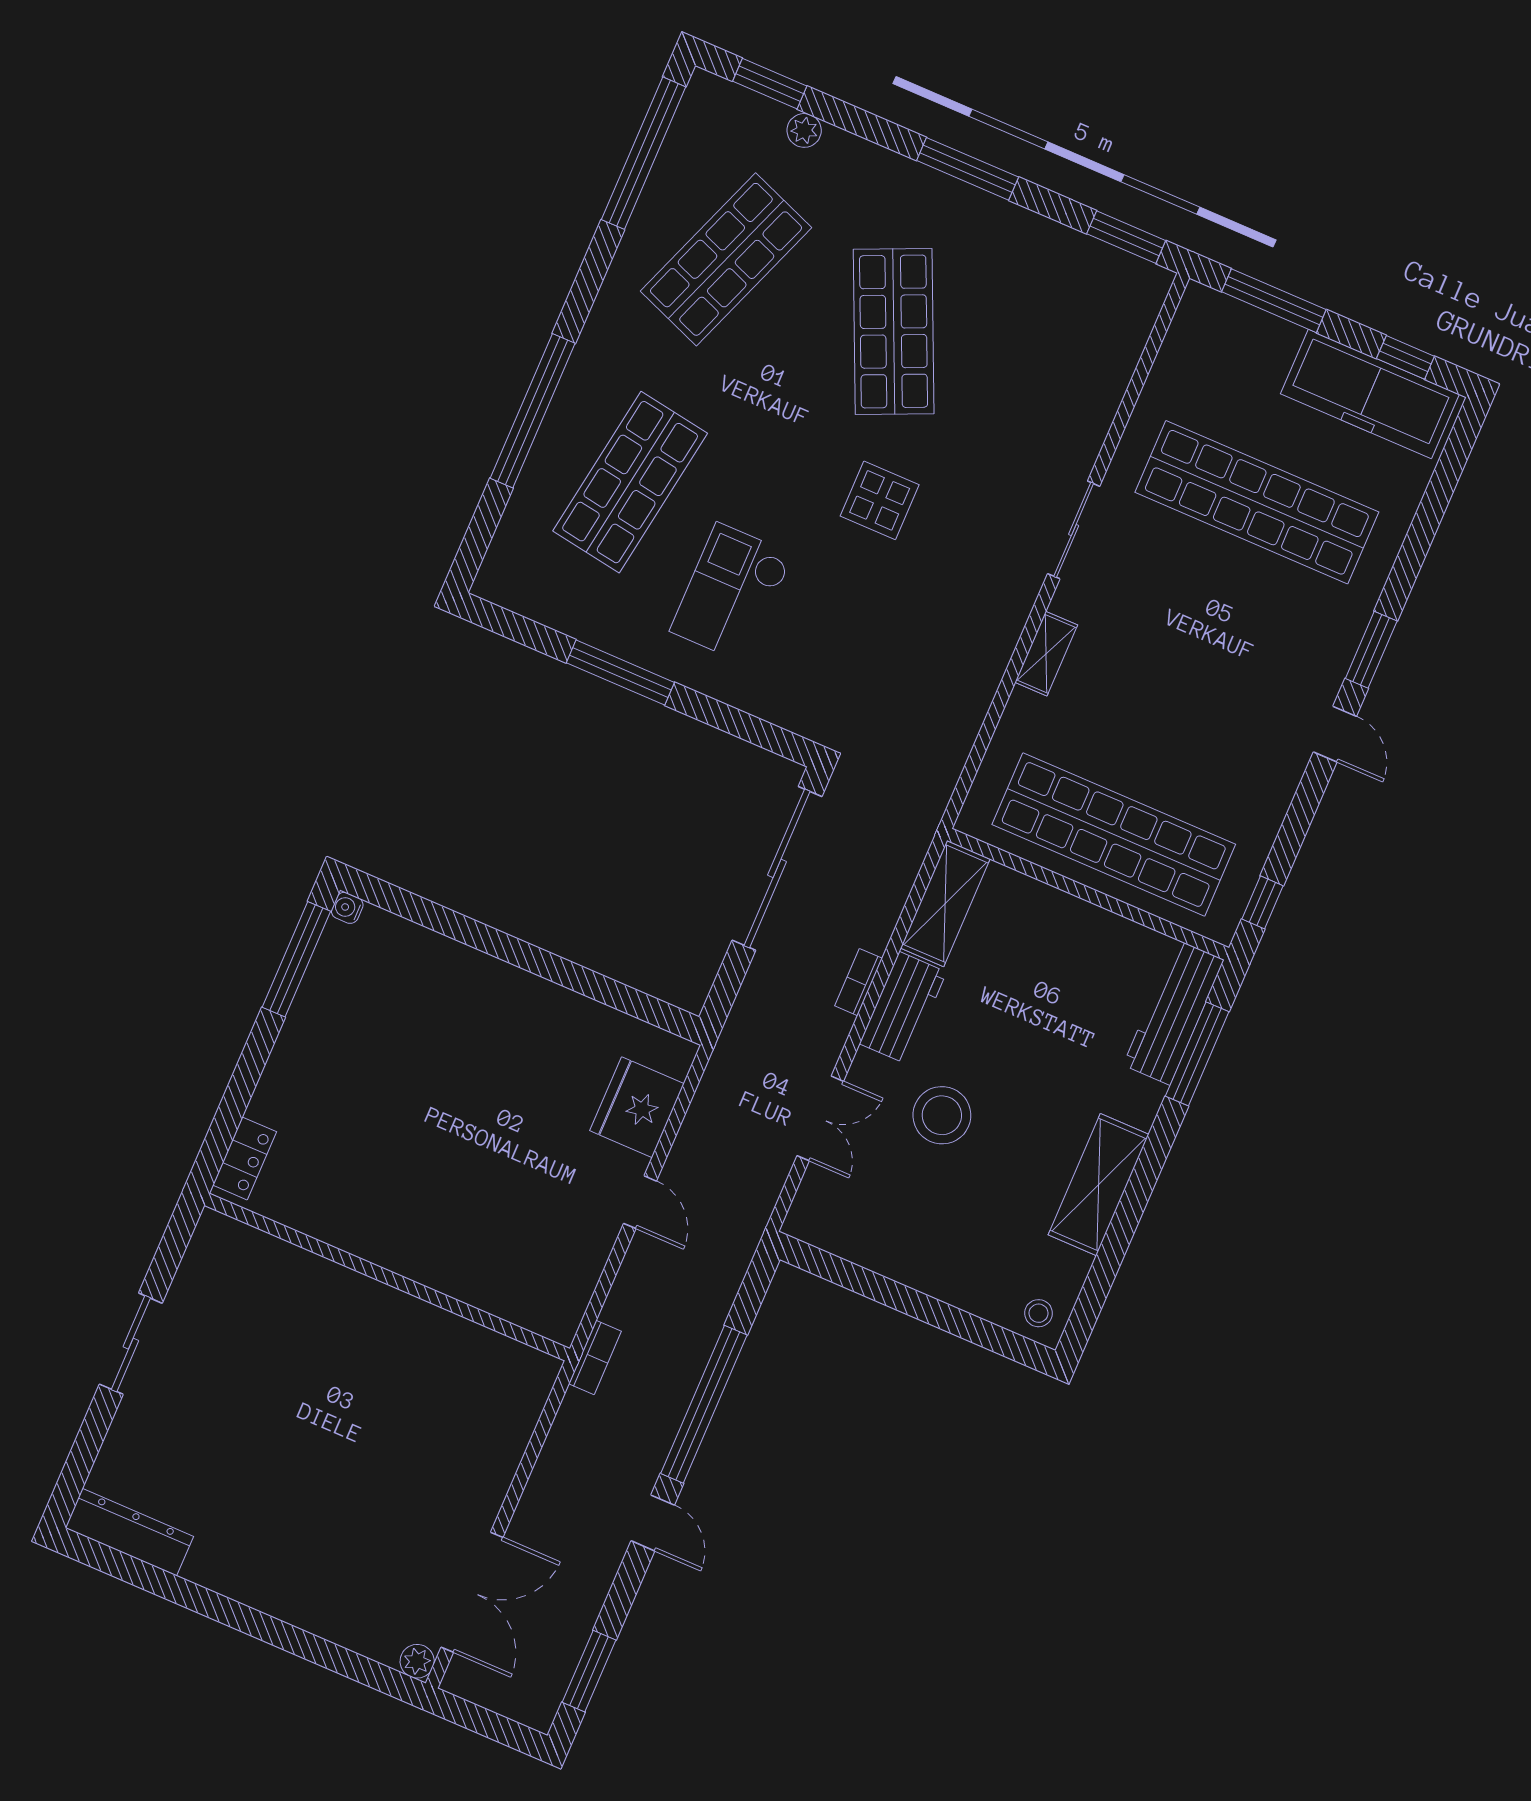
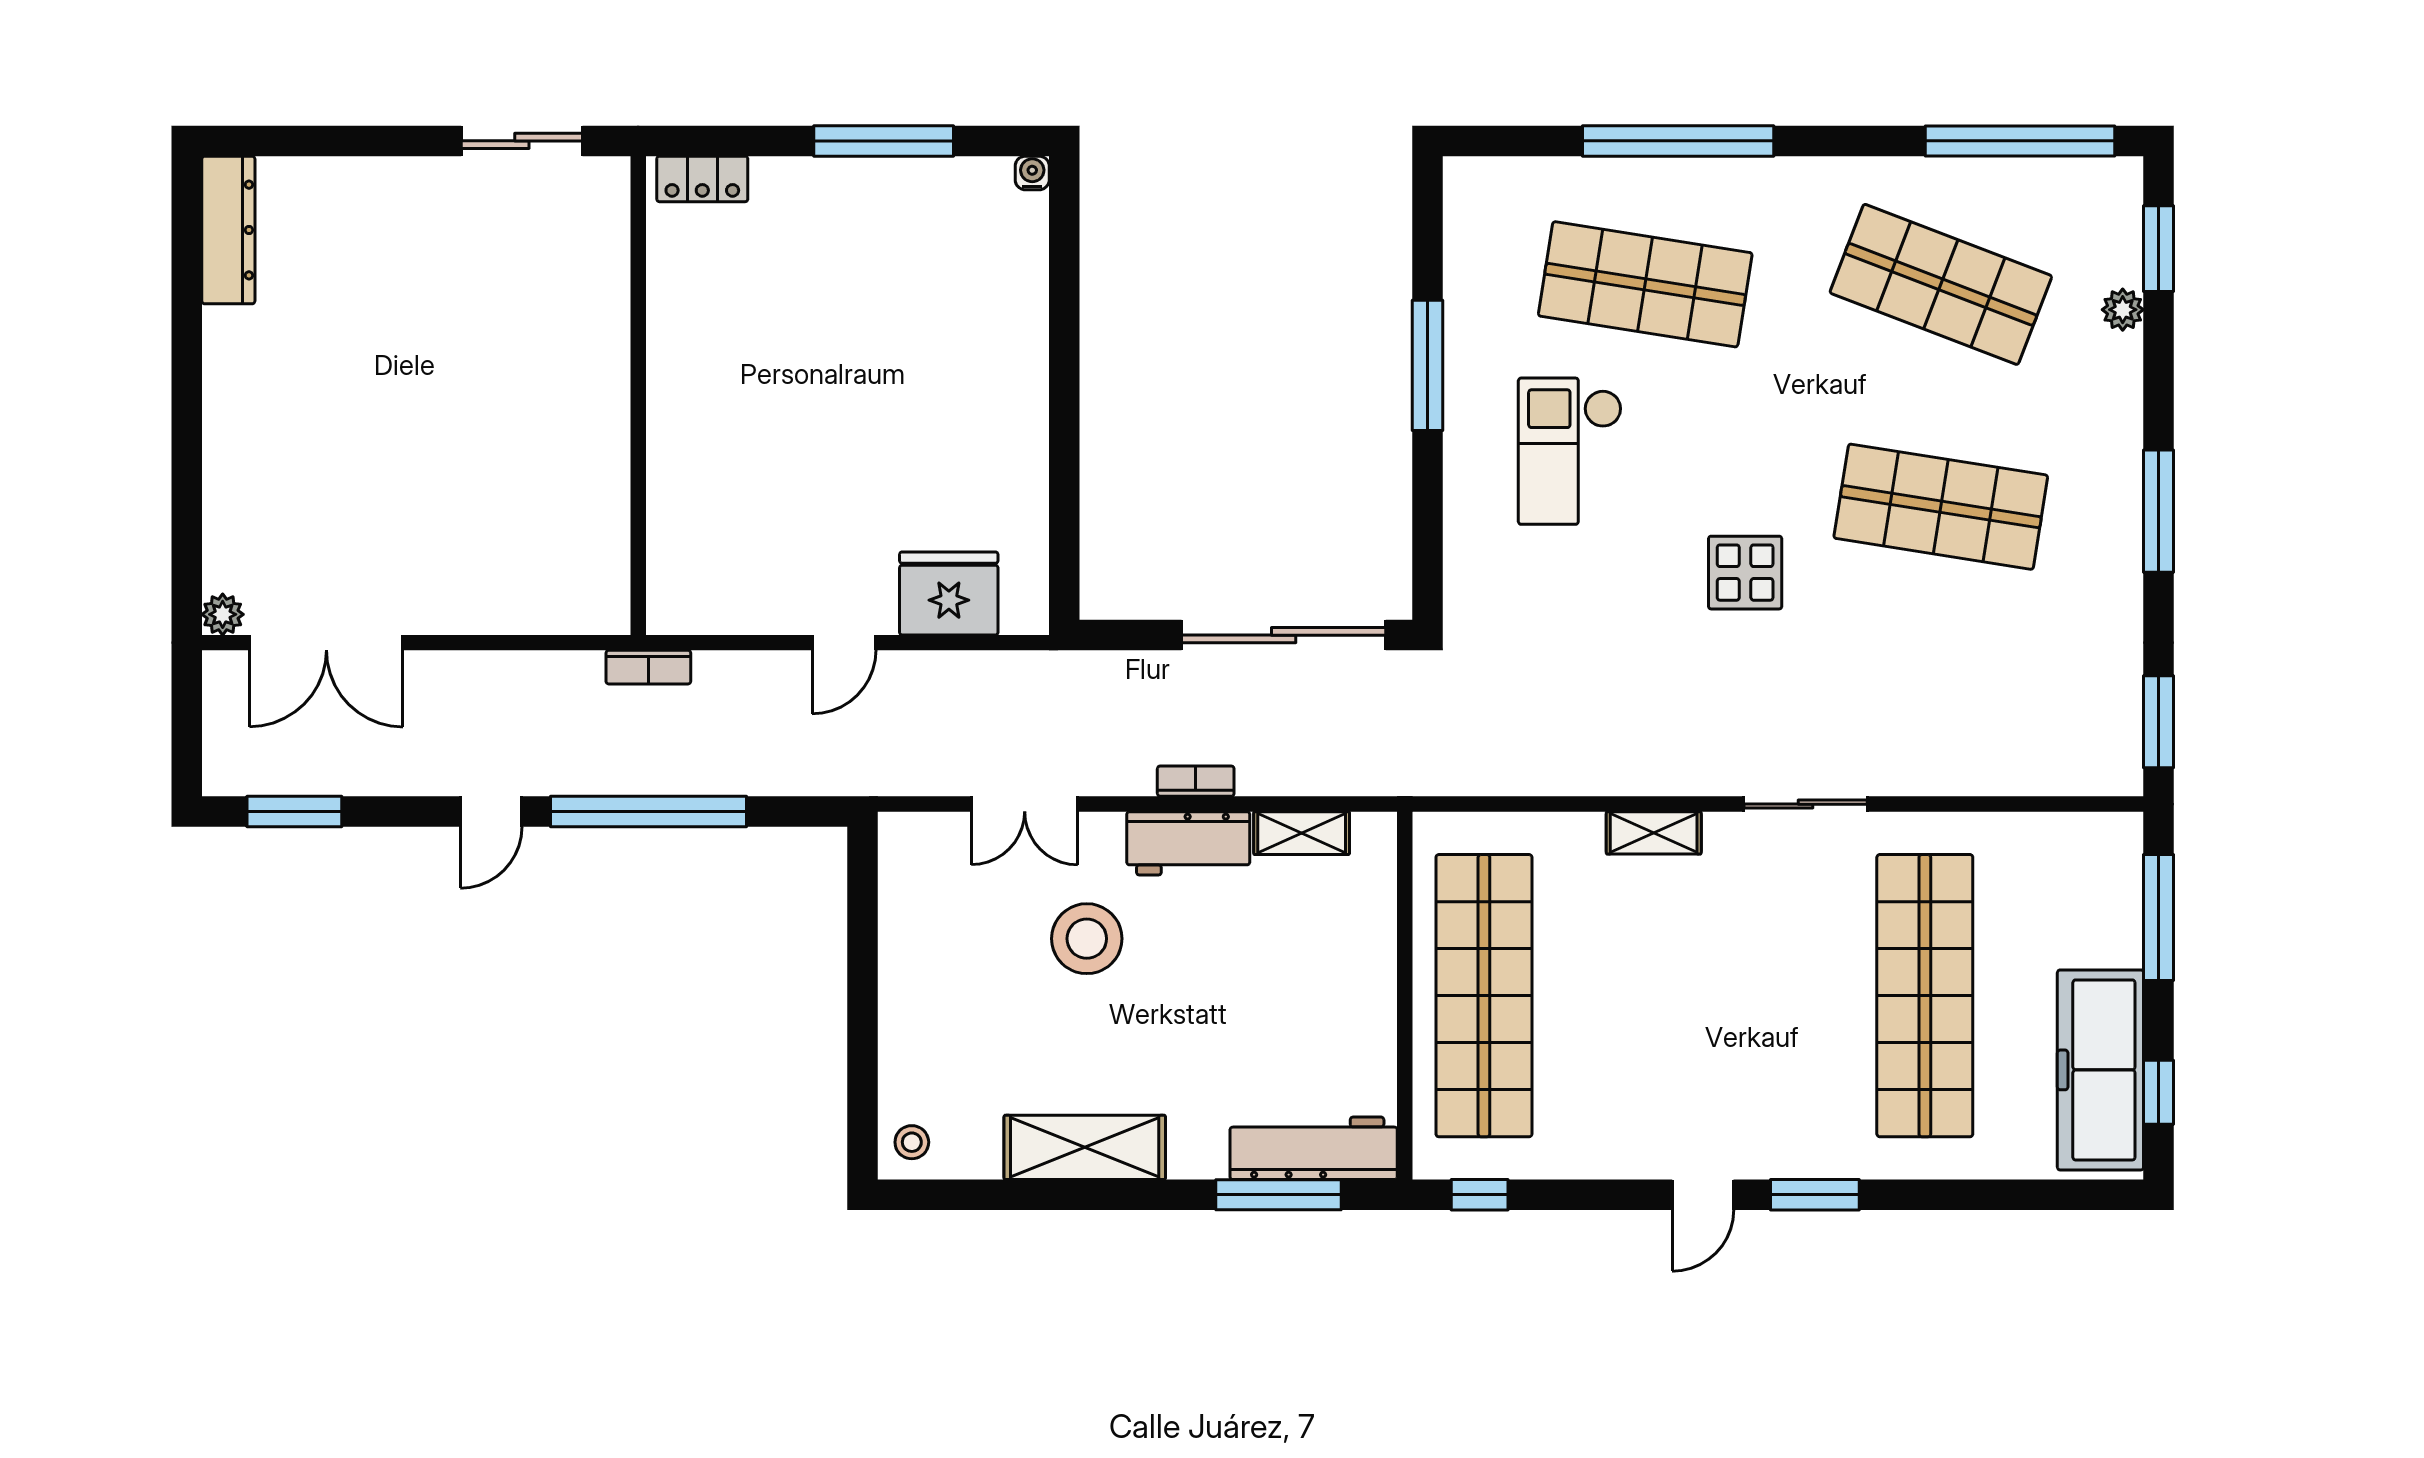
shop shelf: (894, 331) -> (1941, 507), turned 33
checkout: (731, 593) -> (1570, 451), turned -90
shelving: (945, 903) -> (1302, 833), width x0.67, depth x0.75
window: (296, 959) -> (884, 141), moved
sliding door: (131, 1344) -> (522, 141), moved

